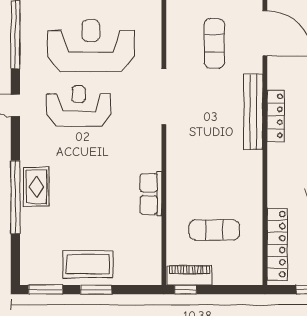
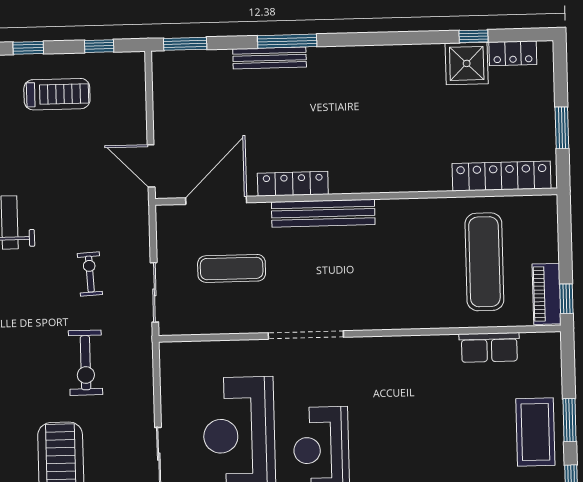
locker: (276, 116) -> (293, 184), moved
row of seats: (151, 194) -> (489, 347), moved
exercise mat: (214, 230) -> (484, 262), width x1.36, depth x1.45

